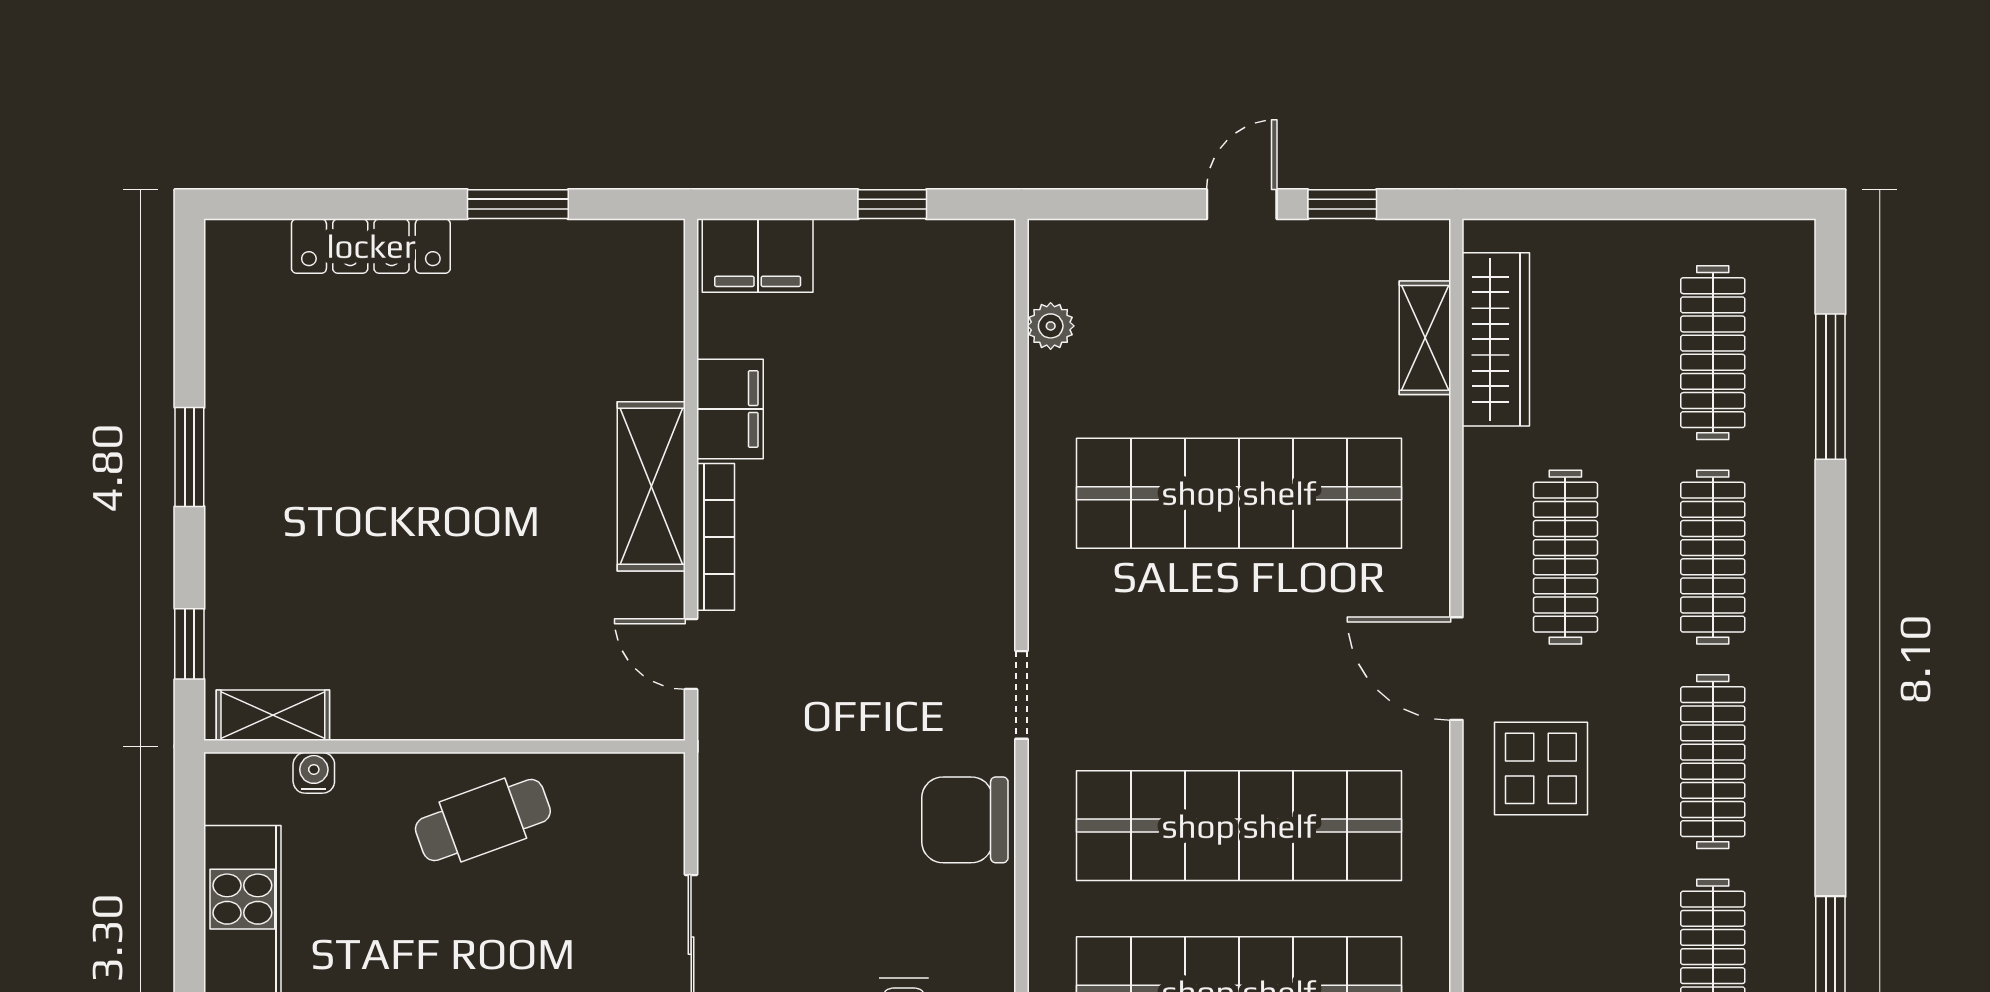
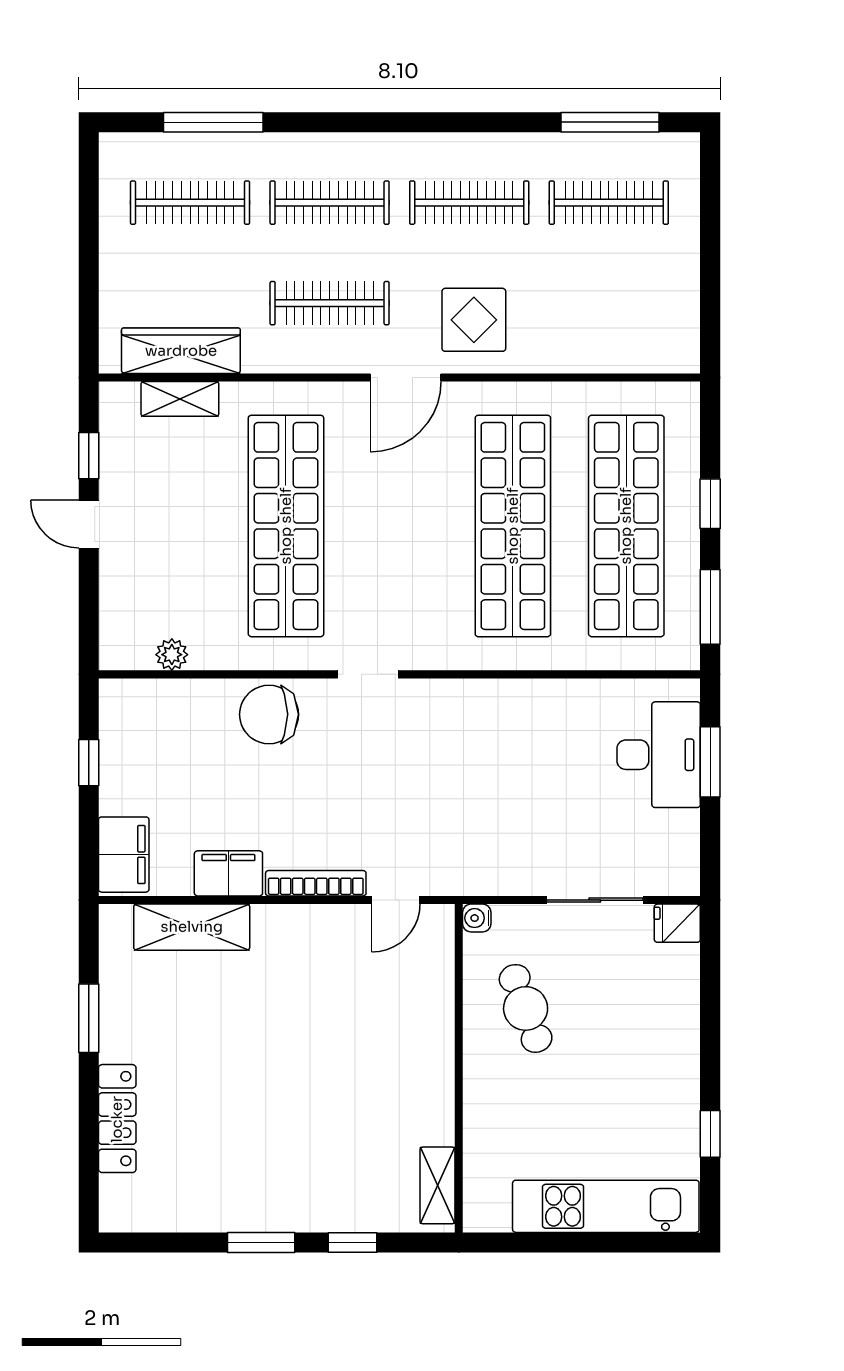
shelving: (651, 486) -> (192, 927), moved
window: (189, 644) -> (353, 1242), moved
doorway: (1022, 695) -> (368, 674), moved
water cooler: (314, 773) -> (477, 918), moved
cafe table: (483, 820) -> (526, 1008), moved
chair: (965, 820) -> (269, 714), moved, turned 90

